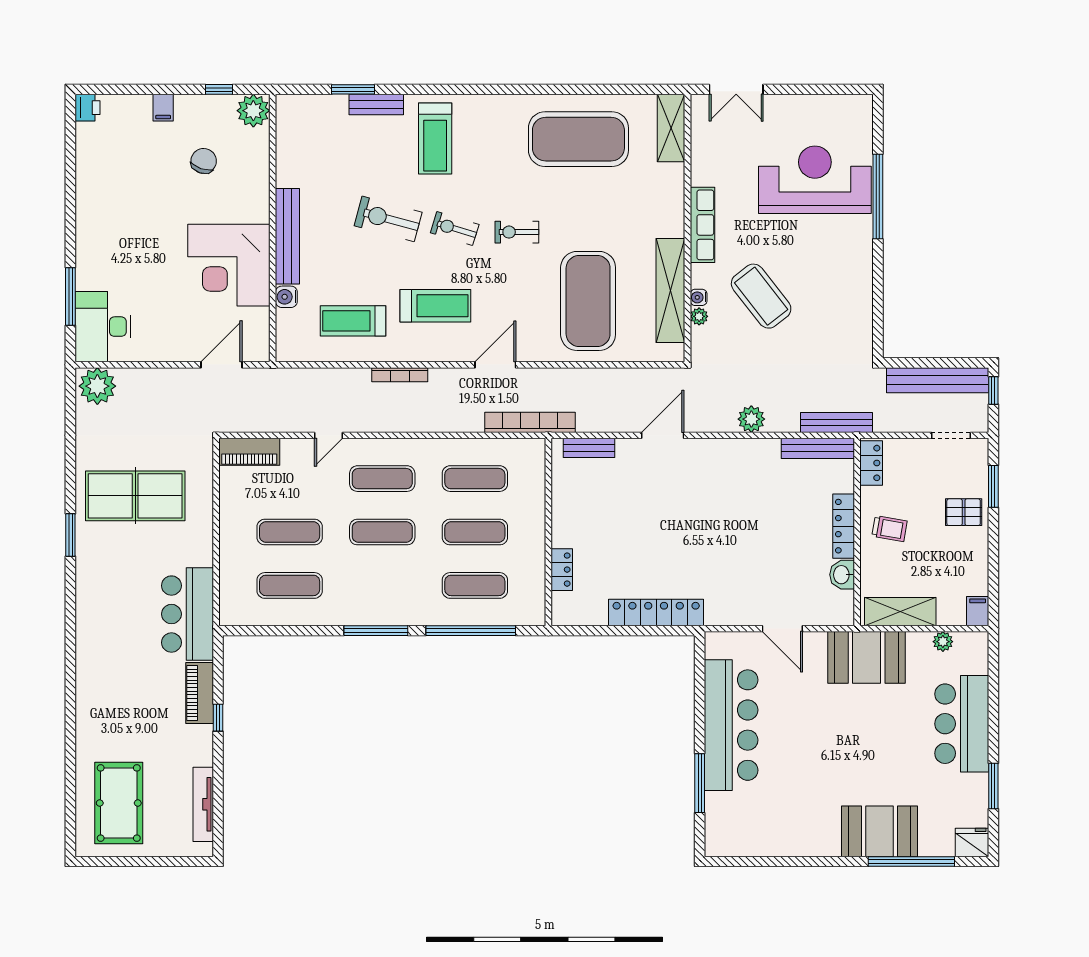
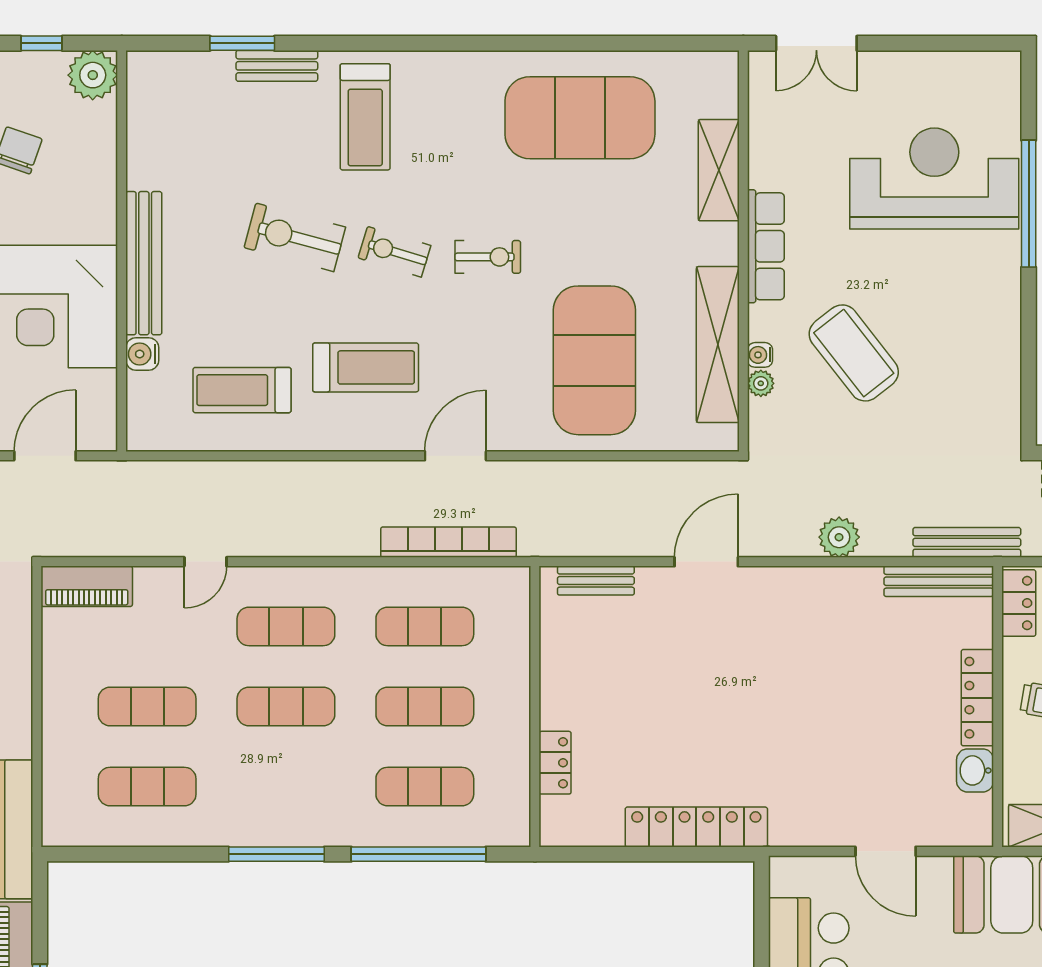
shelving: (671, 128) -> (719, 170), moved
exercise bike: (517, 232) -> (488, 257), turned 180
bookcase: (400, 375) -> (312, 471), removed
bookcase: (530, 422) -> (448, 542), moved

